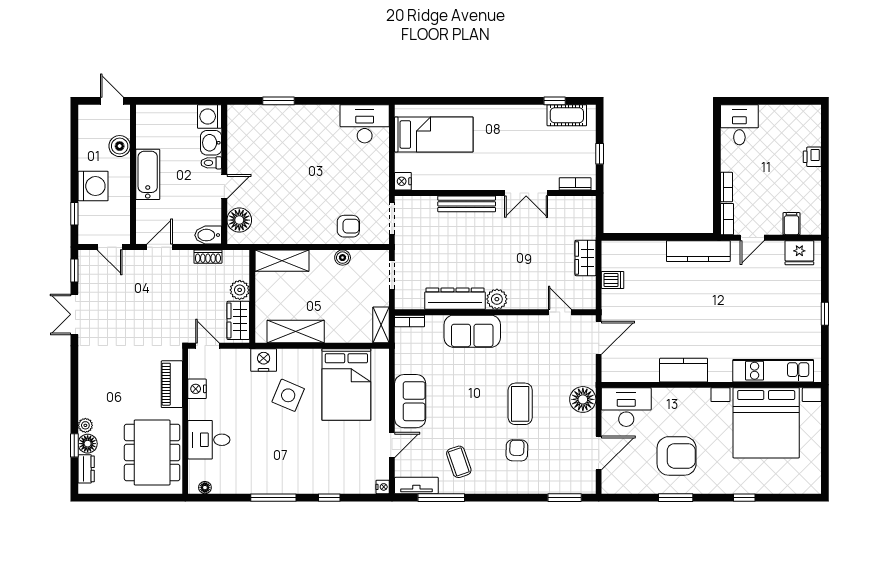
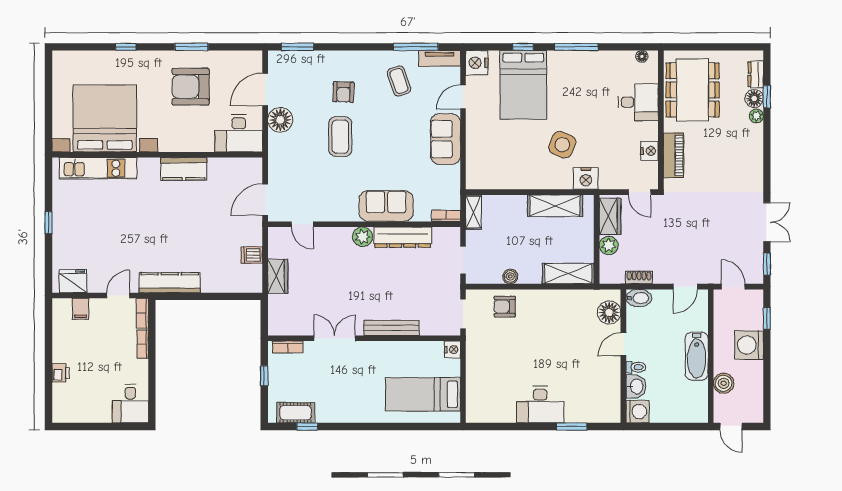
desk: (365, 124) -> (540, 405), moved
bed: (346, 384) -> (523, 85), moved, turned 180
floor lamp: (583, 399) -> (280, 120), moved
nightstand: (383, 487) -> (477, 63), width x1.89, depth x1.79

